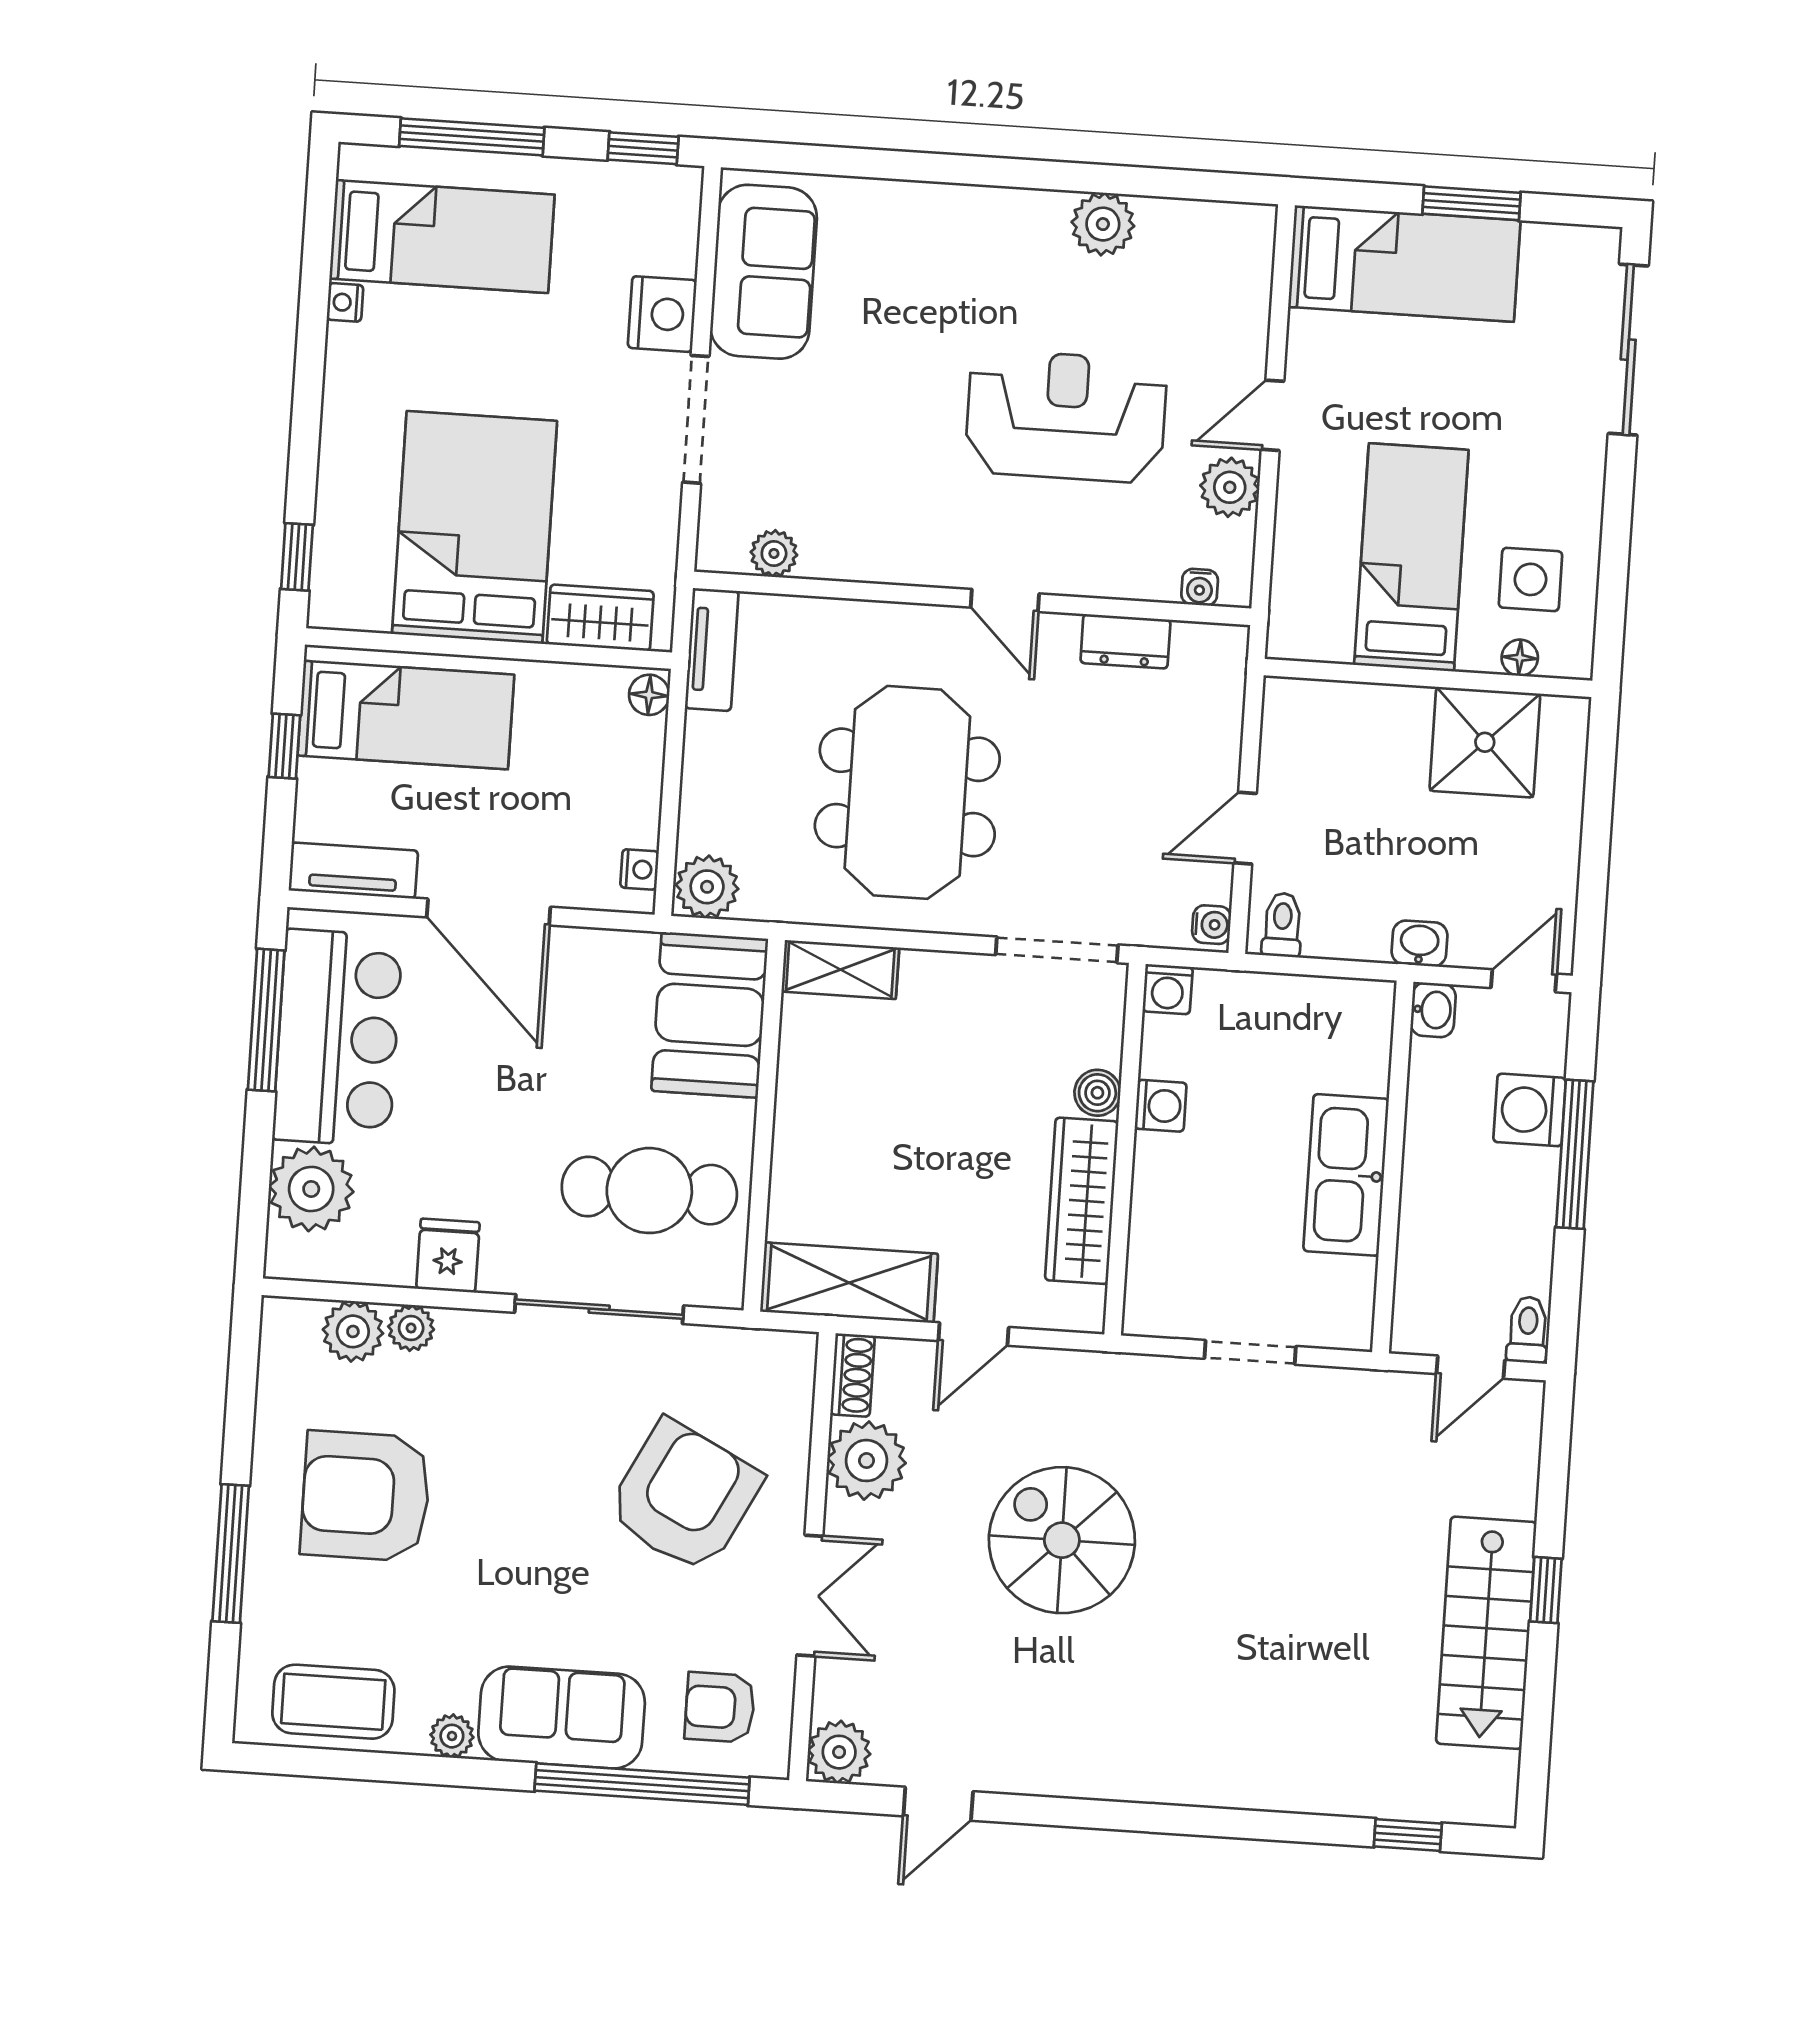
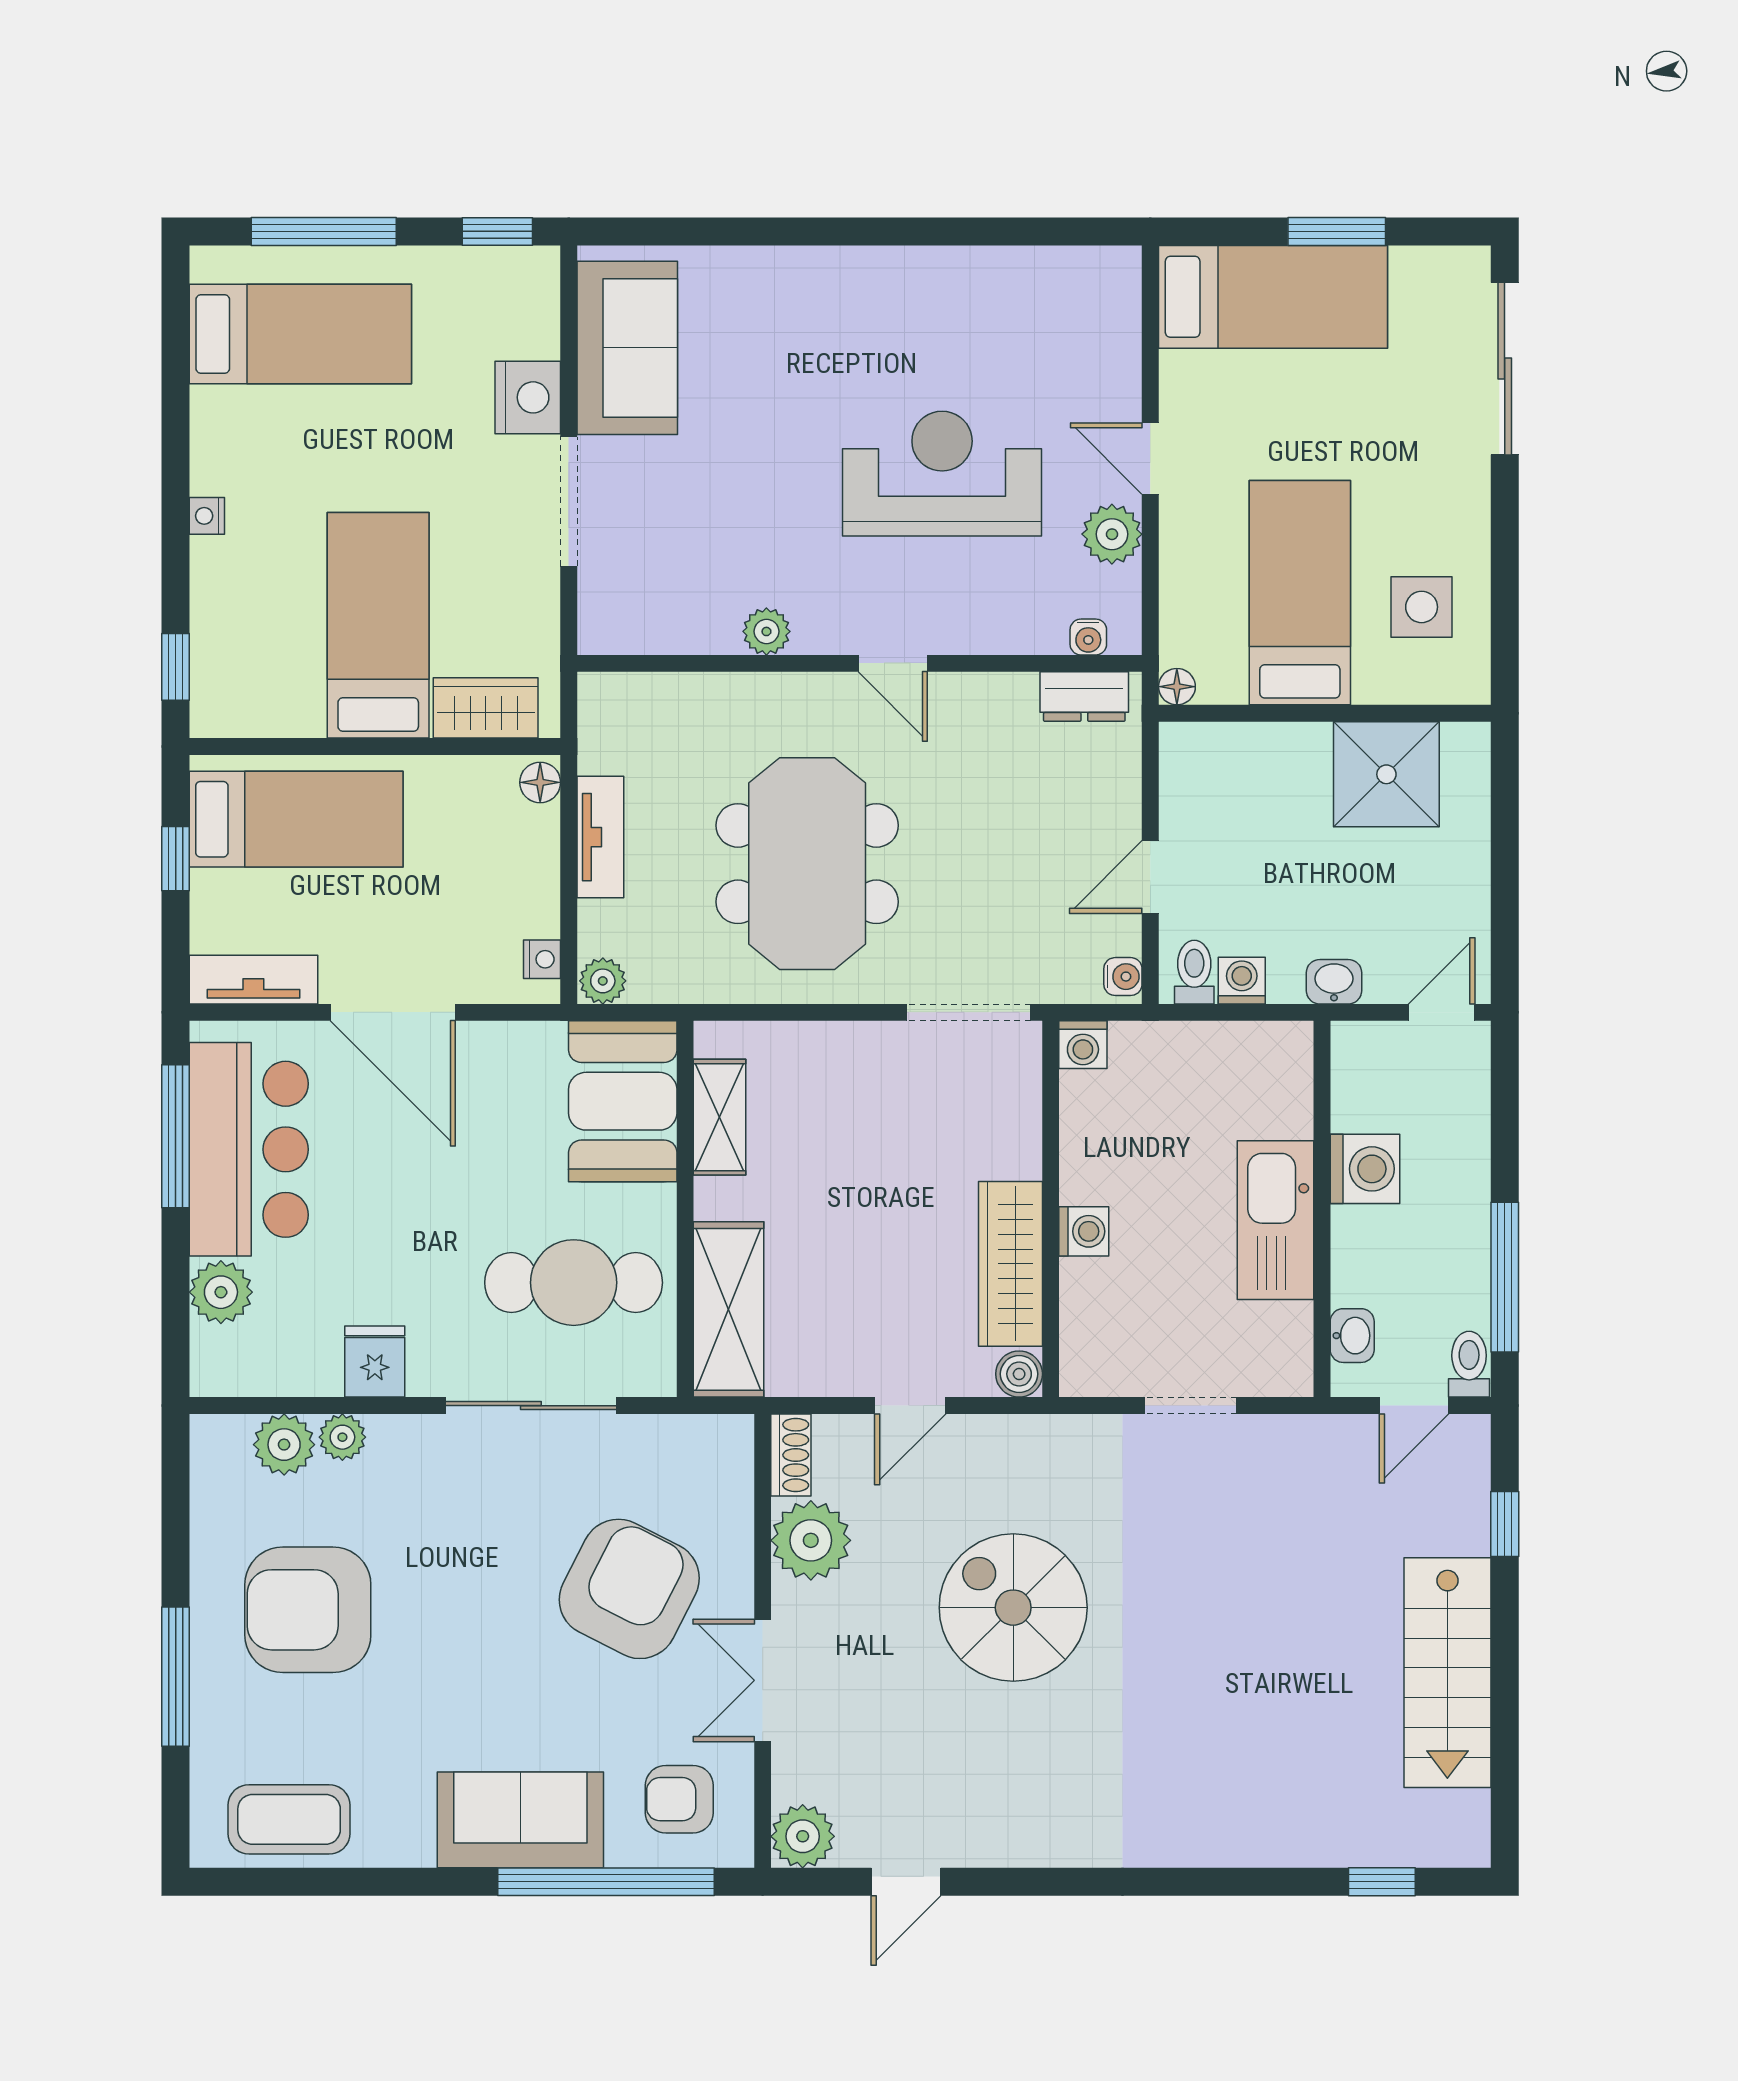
plant: (1103, 224) -> (966, 277), removed
nightstand: (345, 302) -> (207, 516), moved
door: (1273, 415) -> (1150, 459), hinge flipped
bed: (474, 527) -> (378, 625), width x0.67
plant: (774, 553) -> (766, 631), moved
dresser: (1125, 641) -> (1084, 697), moved
tv unit: (712, 650) -> (600, 837), moved
floor lamp: (1520, 658) -> (1177, 687), moved
plant: (707, 887) -> (603, 981), width x0.73, depth x0.73
washing machine: (1329, 936) -> (1242, 981), added
shelving: (840, 970) -> (720, 1117), moved, turned 90
washbasin: (1433, 1010) -> (1352, 1336), moved
boiler: (1097, 1093) -> (1019, 1374), moved
washing machine: (1161, 1106) -> (1084, 1231), moved
washing machine: (1530, 1110) -> (1365, 1169), moved, turned 180
window: (1575, 1154) -> (1505, 1277), moved
plant: (311, 1189) -> (221, 1292), width x0.73, depth x0.73
shelving: (849, 1283) -> (729, 1309), moved, turned 90
window: (1546, 1590) -> (1505, 1524), moved
double door: (810, 1596) -> (763, 1680), swing flipped
plant: (452, 1736) -> (411, 1846), removed

